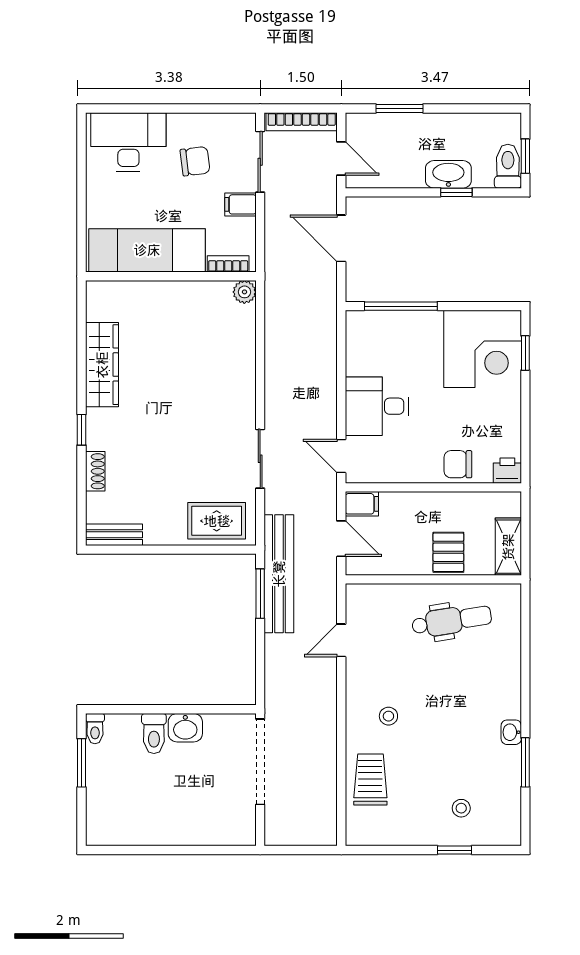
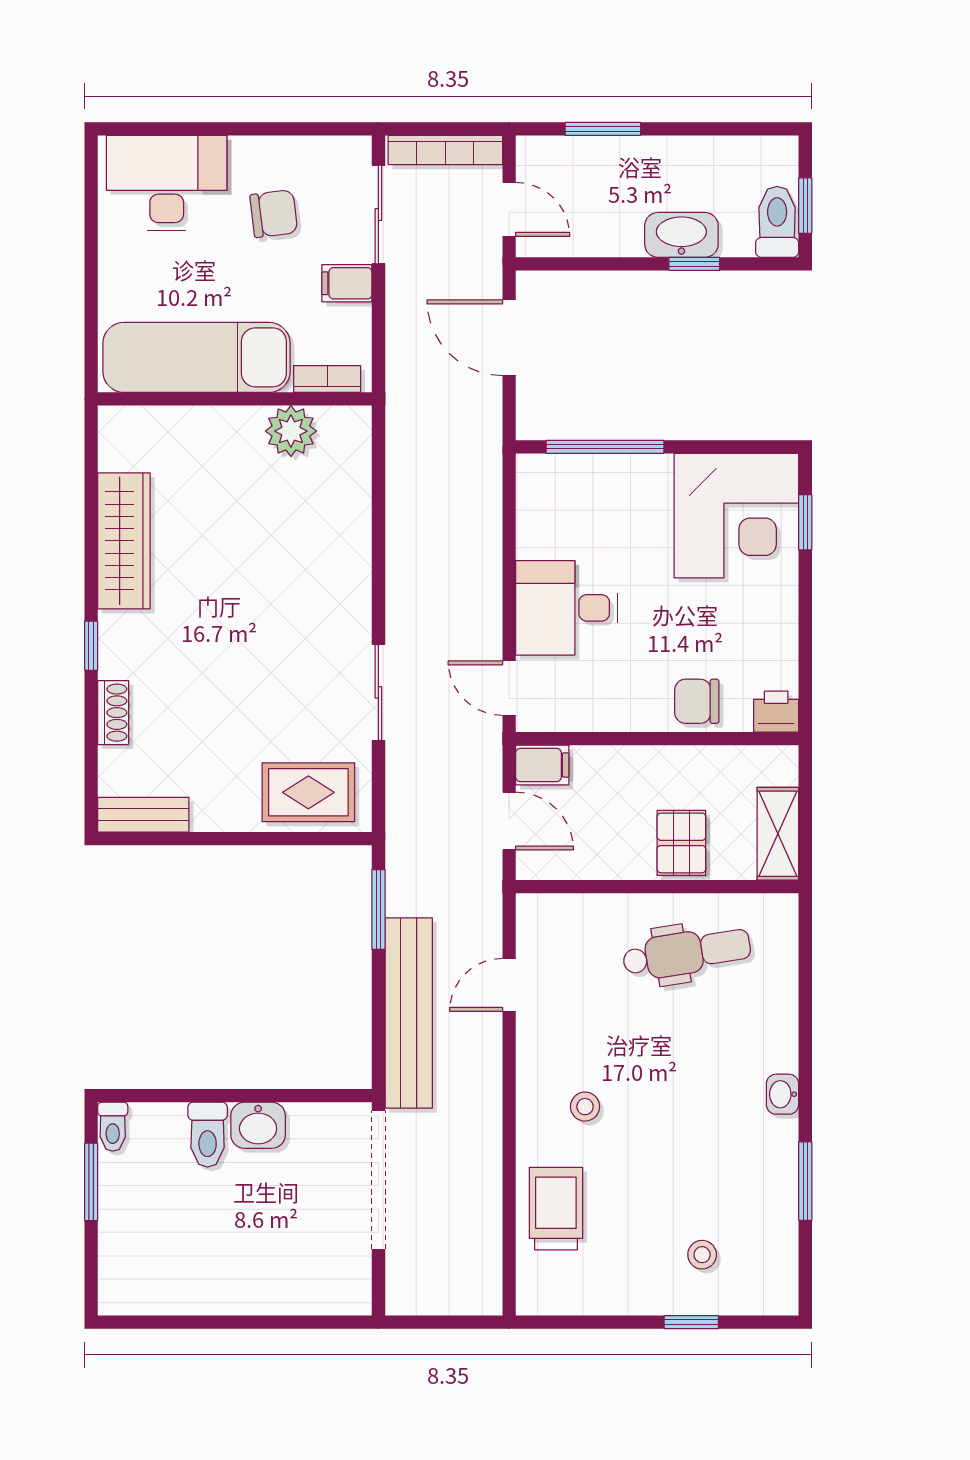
plant: (244, 292) -> (291, 431), moved, width x1.38, depth x1.38
bench: (279, 574) -> (409, 1013), moved
washbasin: (511, 732) -> (783, 1094), moved

